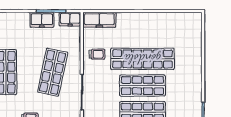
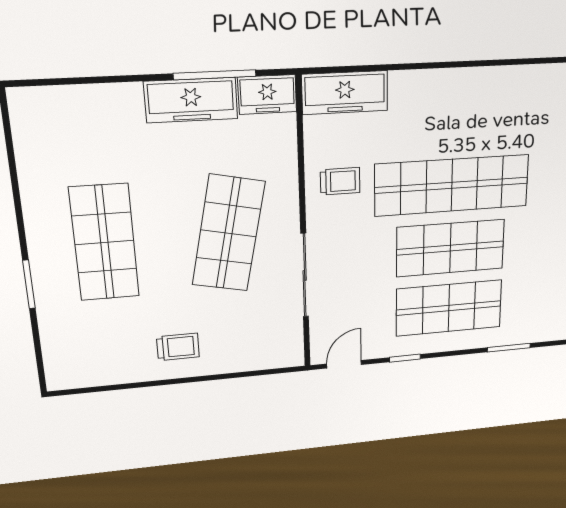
freezer: (42, 20) -> (191, 100), width x1.40

